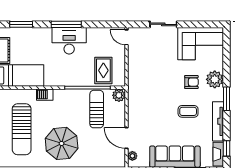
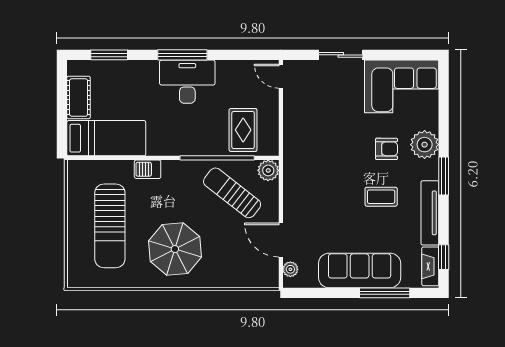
sun lounger: (97, 109) -> (232, 193), turned -52

